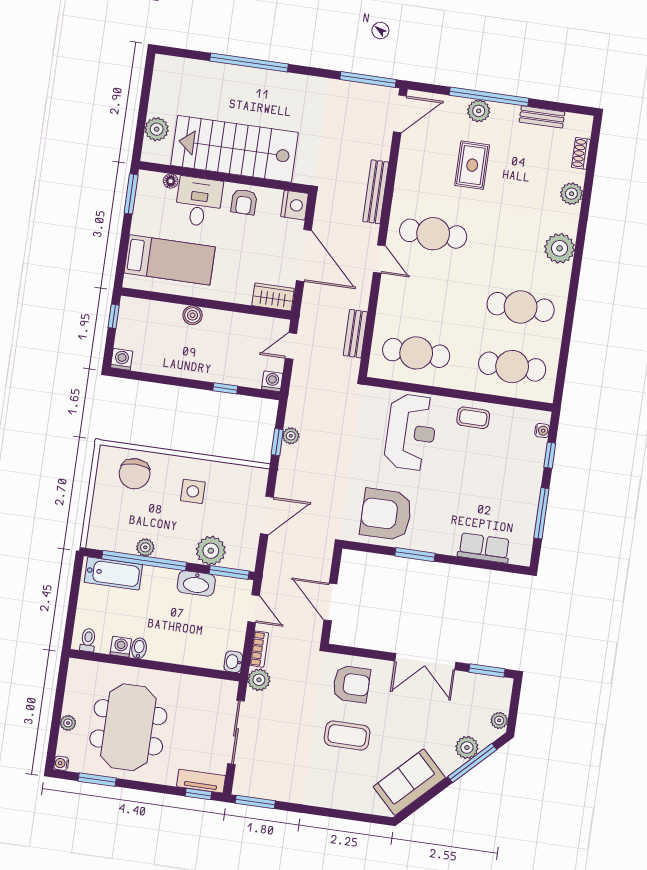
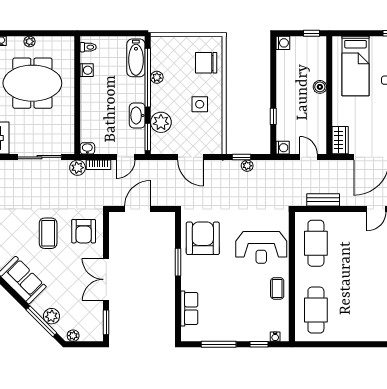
cafe table: (521, 307) -> (357, 310), removed
bidet: (139, 648) -> (87, 83), removed

